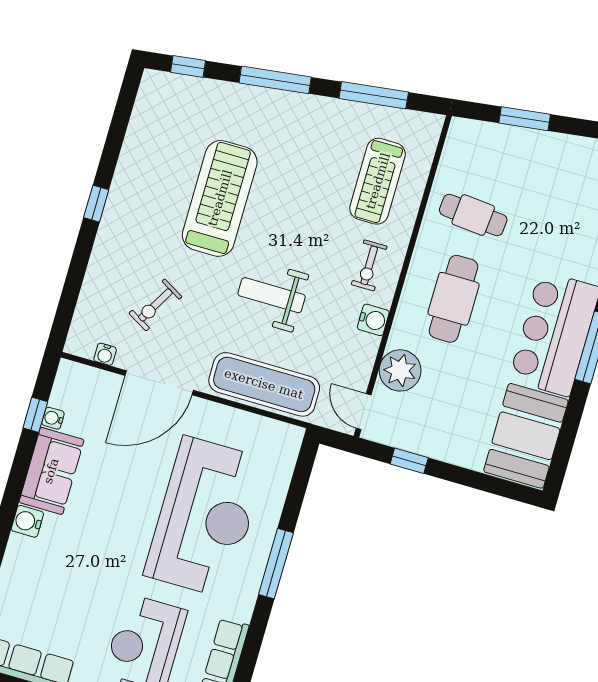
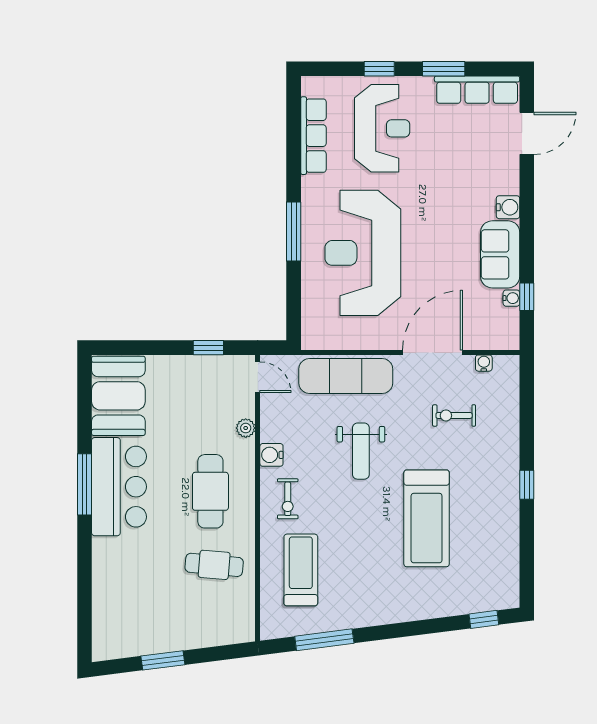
window: (275, 80) -> (409, 629), removed
window: (525, 119) -> (163, 660), moved
exercise bike: (369, 265) -> (288, 499), turned 180
weight bench: (272, 295) -> (361, 451), turned 90
exercise bike: (155, 305) -> (454, 415), turned -120
plant: (400, 370) -> (246, 428), width x0.53, depth x0.53

